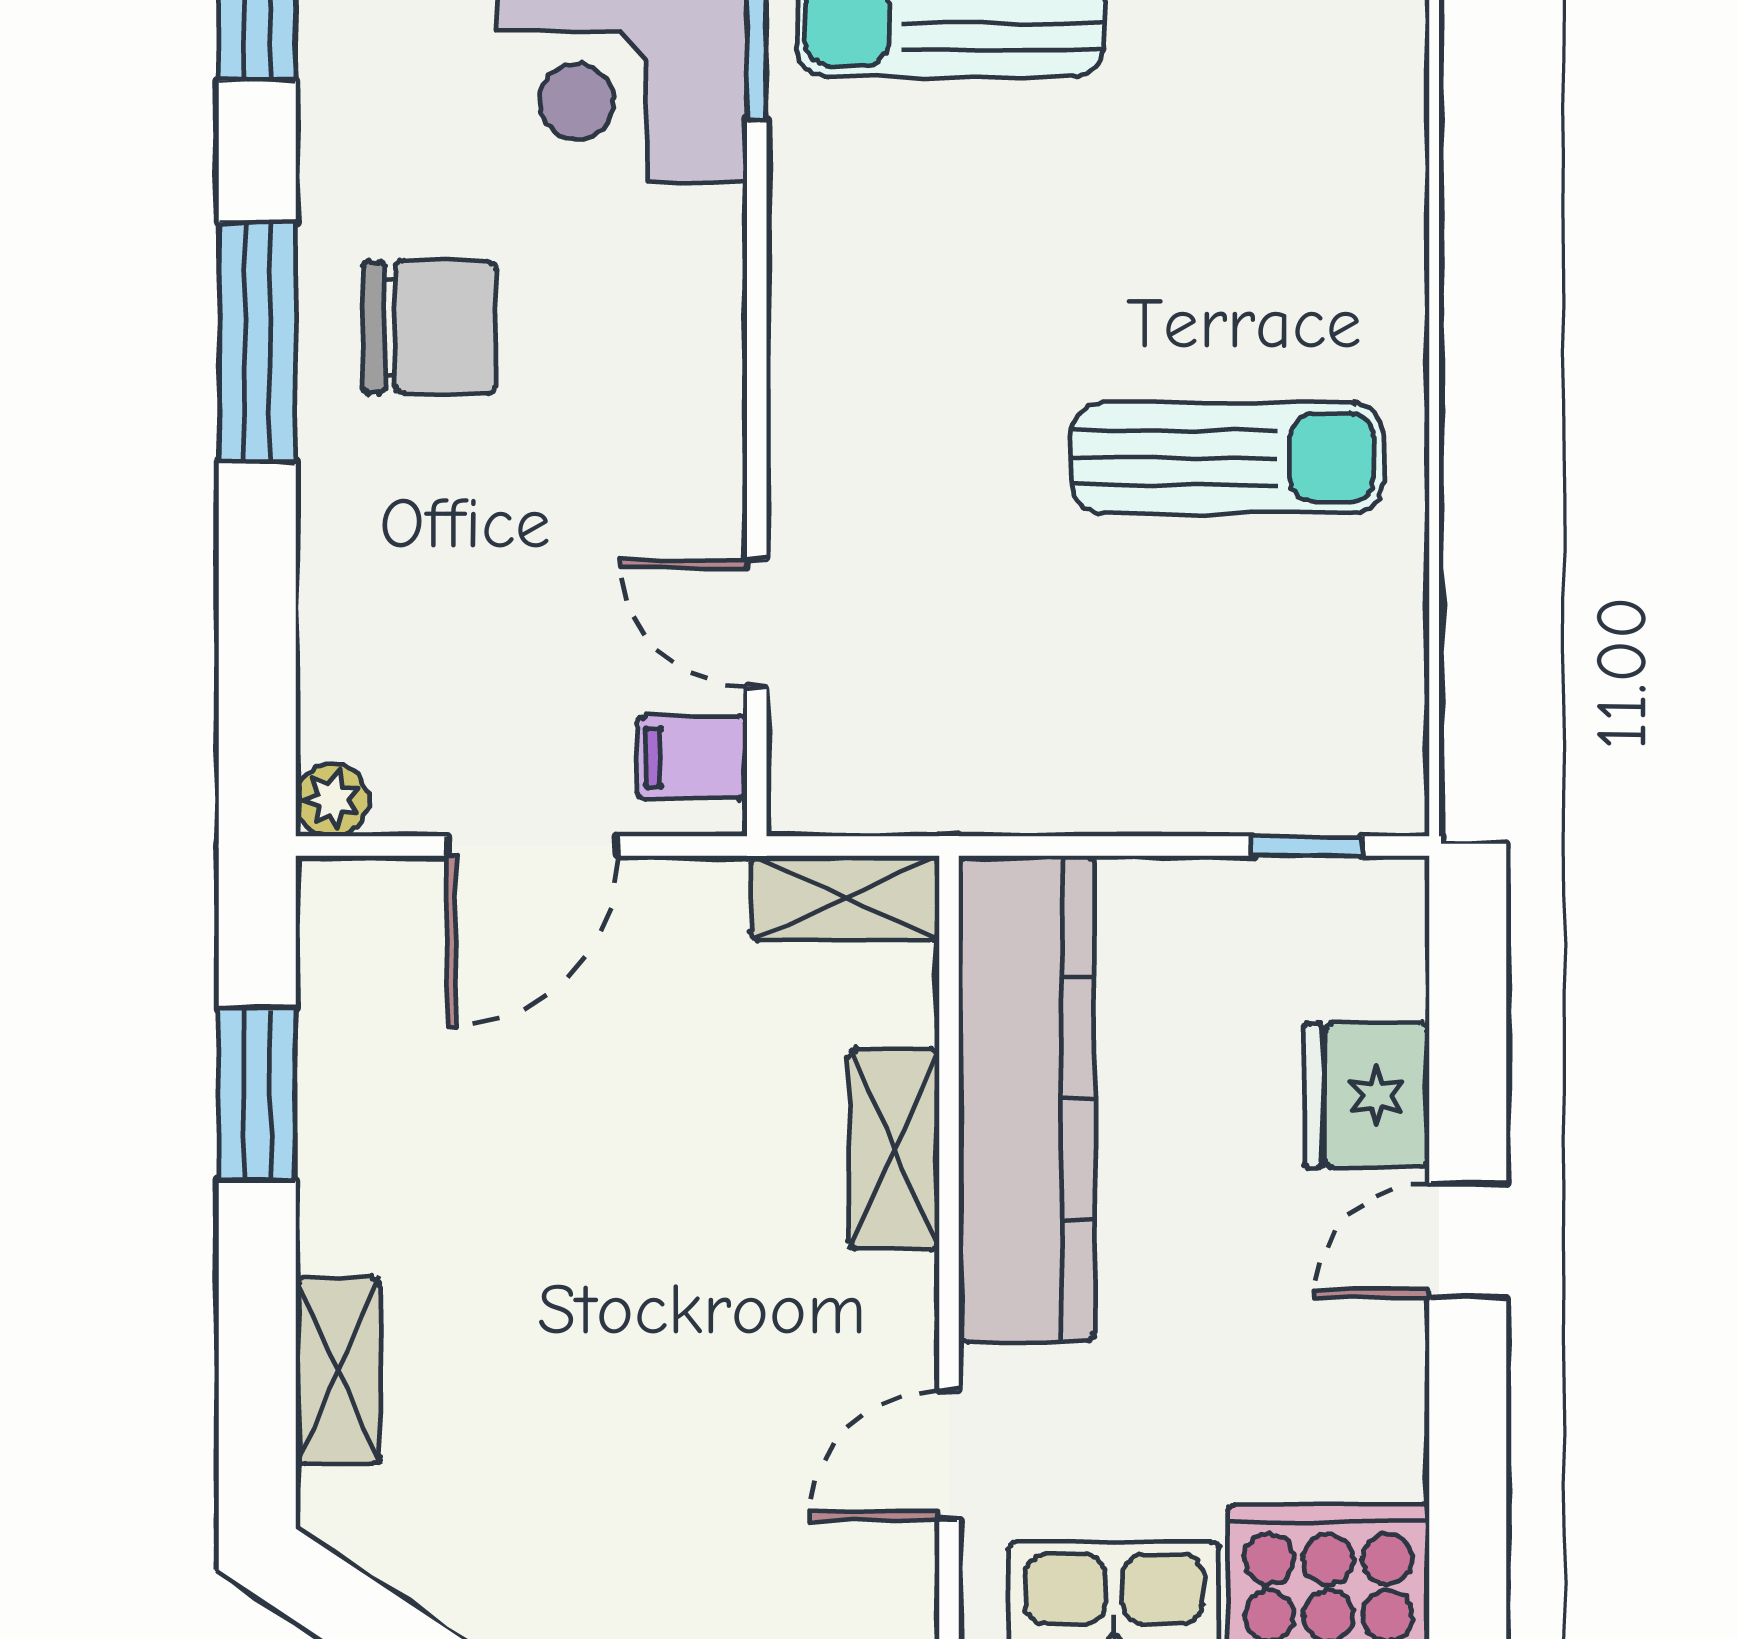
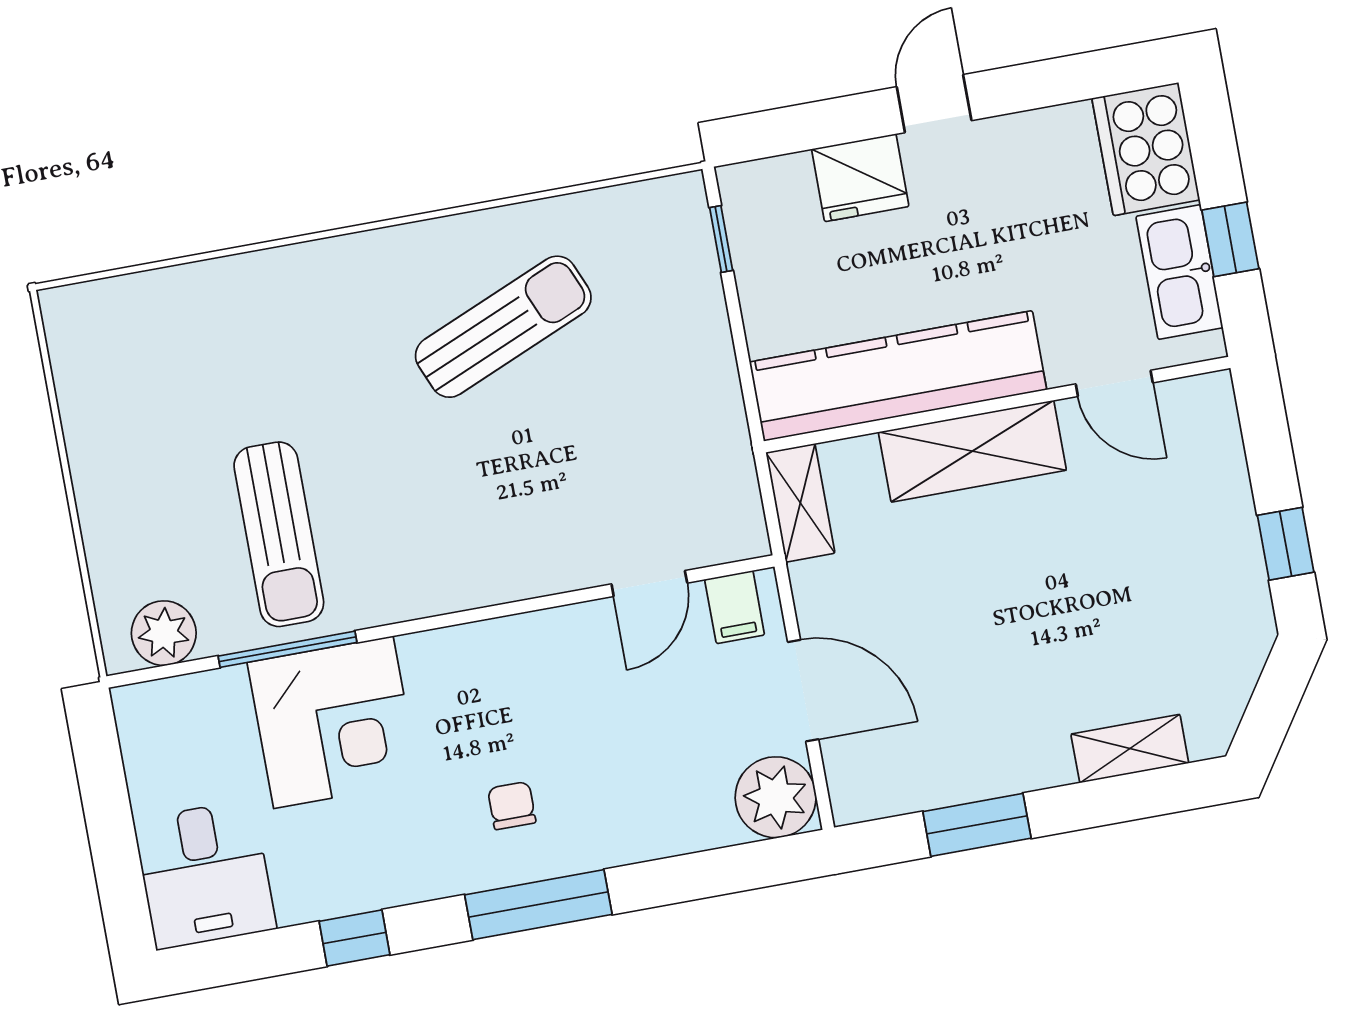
chair: (430, 327) -> (512, 806), width x0.54, depth x0.54
sun lounger: (1227, 458) -> (503, 327), turned 67
plant: (332, 800) -> (776, 797), width x1.87, depth x1.87
shelving: (894, 1149) -> (972, 451), width x1.50, depth x1.33
door: (1468, 1240) -> (934, 104), swing flipped

